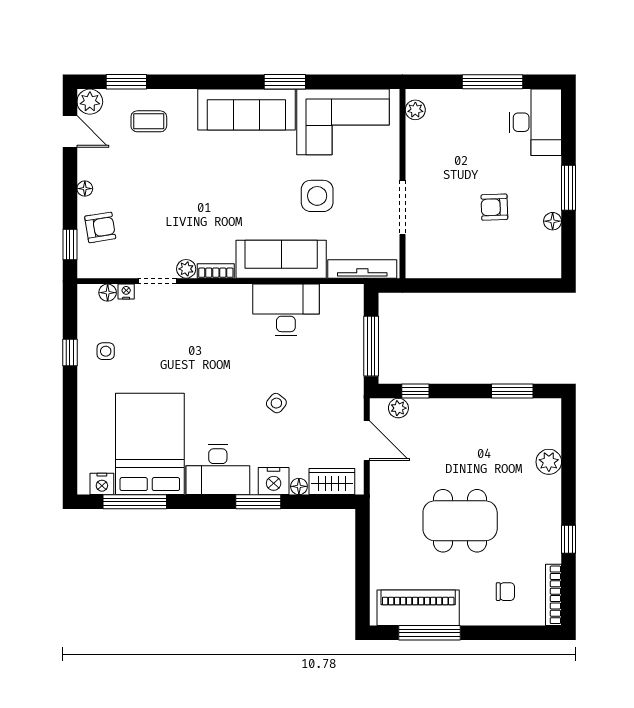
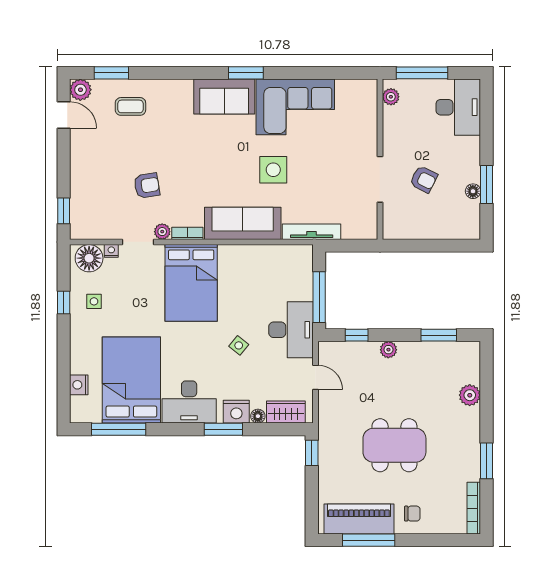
sofa: (246, 110) -> (224, 96), width x0.73
plant: (415, 110) -> (391, 97), moved
wall: (403, 184) -> (380, 159), moved
window: (569, 188) -> (487, 185), moved
floor lamp: (85, 189) -> (76, 163), removed
doorway: (403, 207) -> (380, 179), moved
armchair: (494, 207) -> (424, 179), turned -151
armchair: (100, 227) -> (147, 186), moved
floor lamp: (108, 293) -> (89, 258), width x1.89, depth x1.89
desk: (286, 310) -> (291, 330), moved, turned 90
bed: (220, 329) -> (191, 283), added
plant: (398, 408) -> (388, 350), moved
door: (367, 441) -> (315, 377), width x0.73
nightstand: (102, 484) -> (79, 385), moved, turned 90
window: (363, 530) -> (312, 453), added
window: (569, 539) -> (487, 461), width x1.50
chair: (505, 592) -> (412, 514), moved

